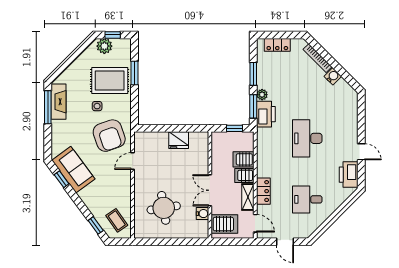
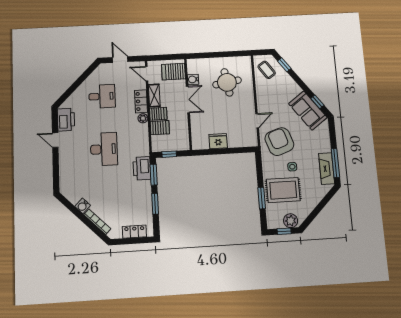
plant: (262, 95) -> (143, 118), moved

